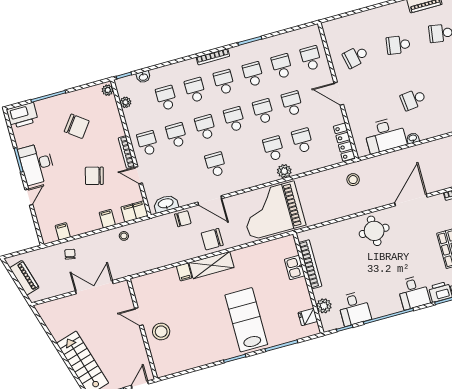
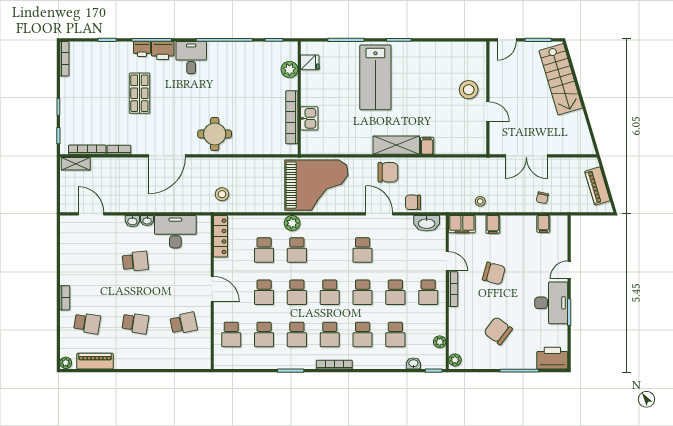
washbasin: (425, 134) -> (132, 221), added
desk: (354, 308) -> (258, 58), removed

